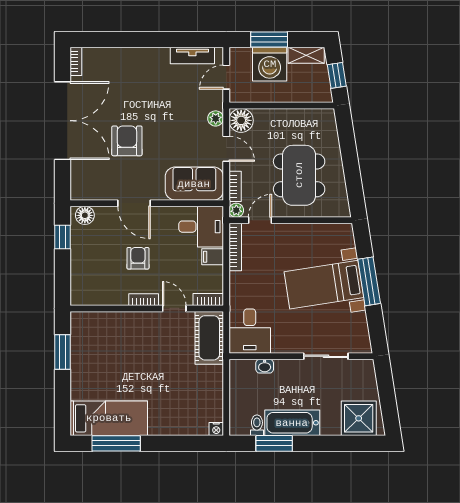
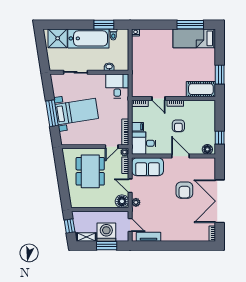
door: (226, 77) -> (130, 225), hinge flipped
cot: (209, 338) -> (201, 89), moved, turned 90
bathtub: (292, 423) -> (88, 38), width x1.36, depth x1.36

